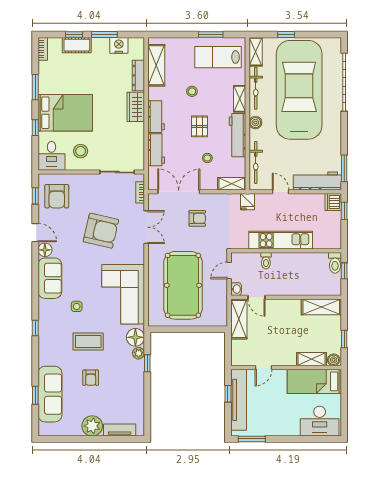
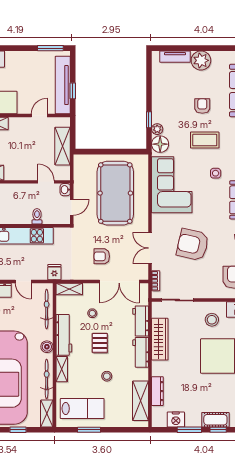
wardrobe: (136, 107) -> (160, 339), moved, width x1.50
shelving: (239, 319) -> (63, 146), moved

